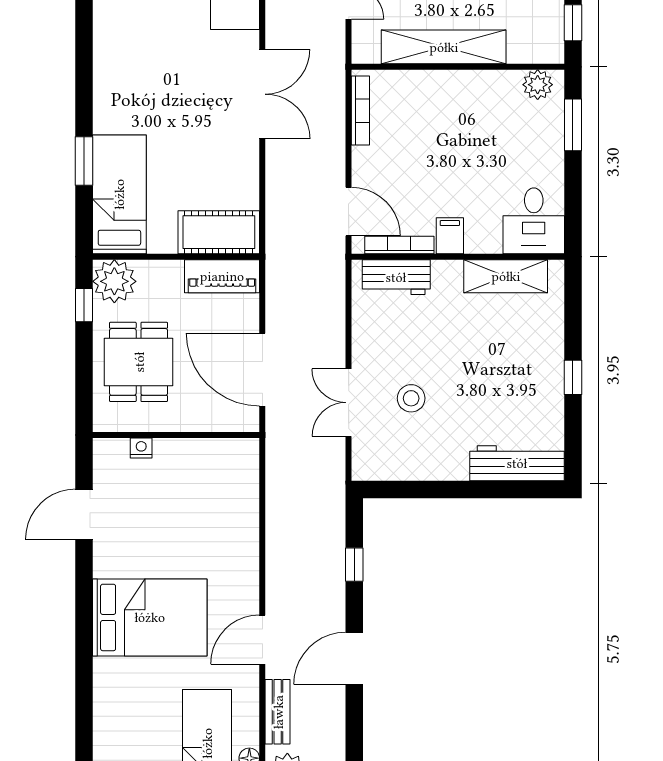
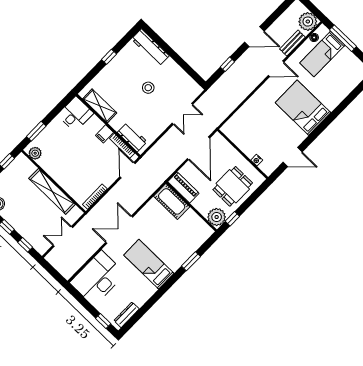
bed: (119, 194) -> (149, 264), moved, turned 90
stool: (411, 398) -> (148, 88), moved

